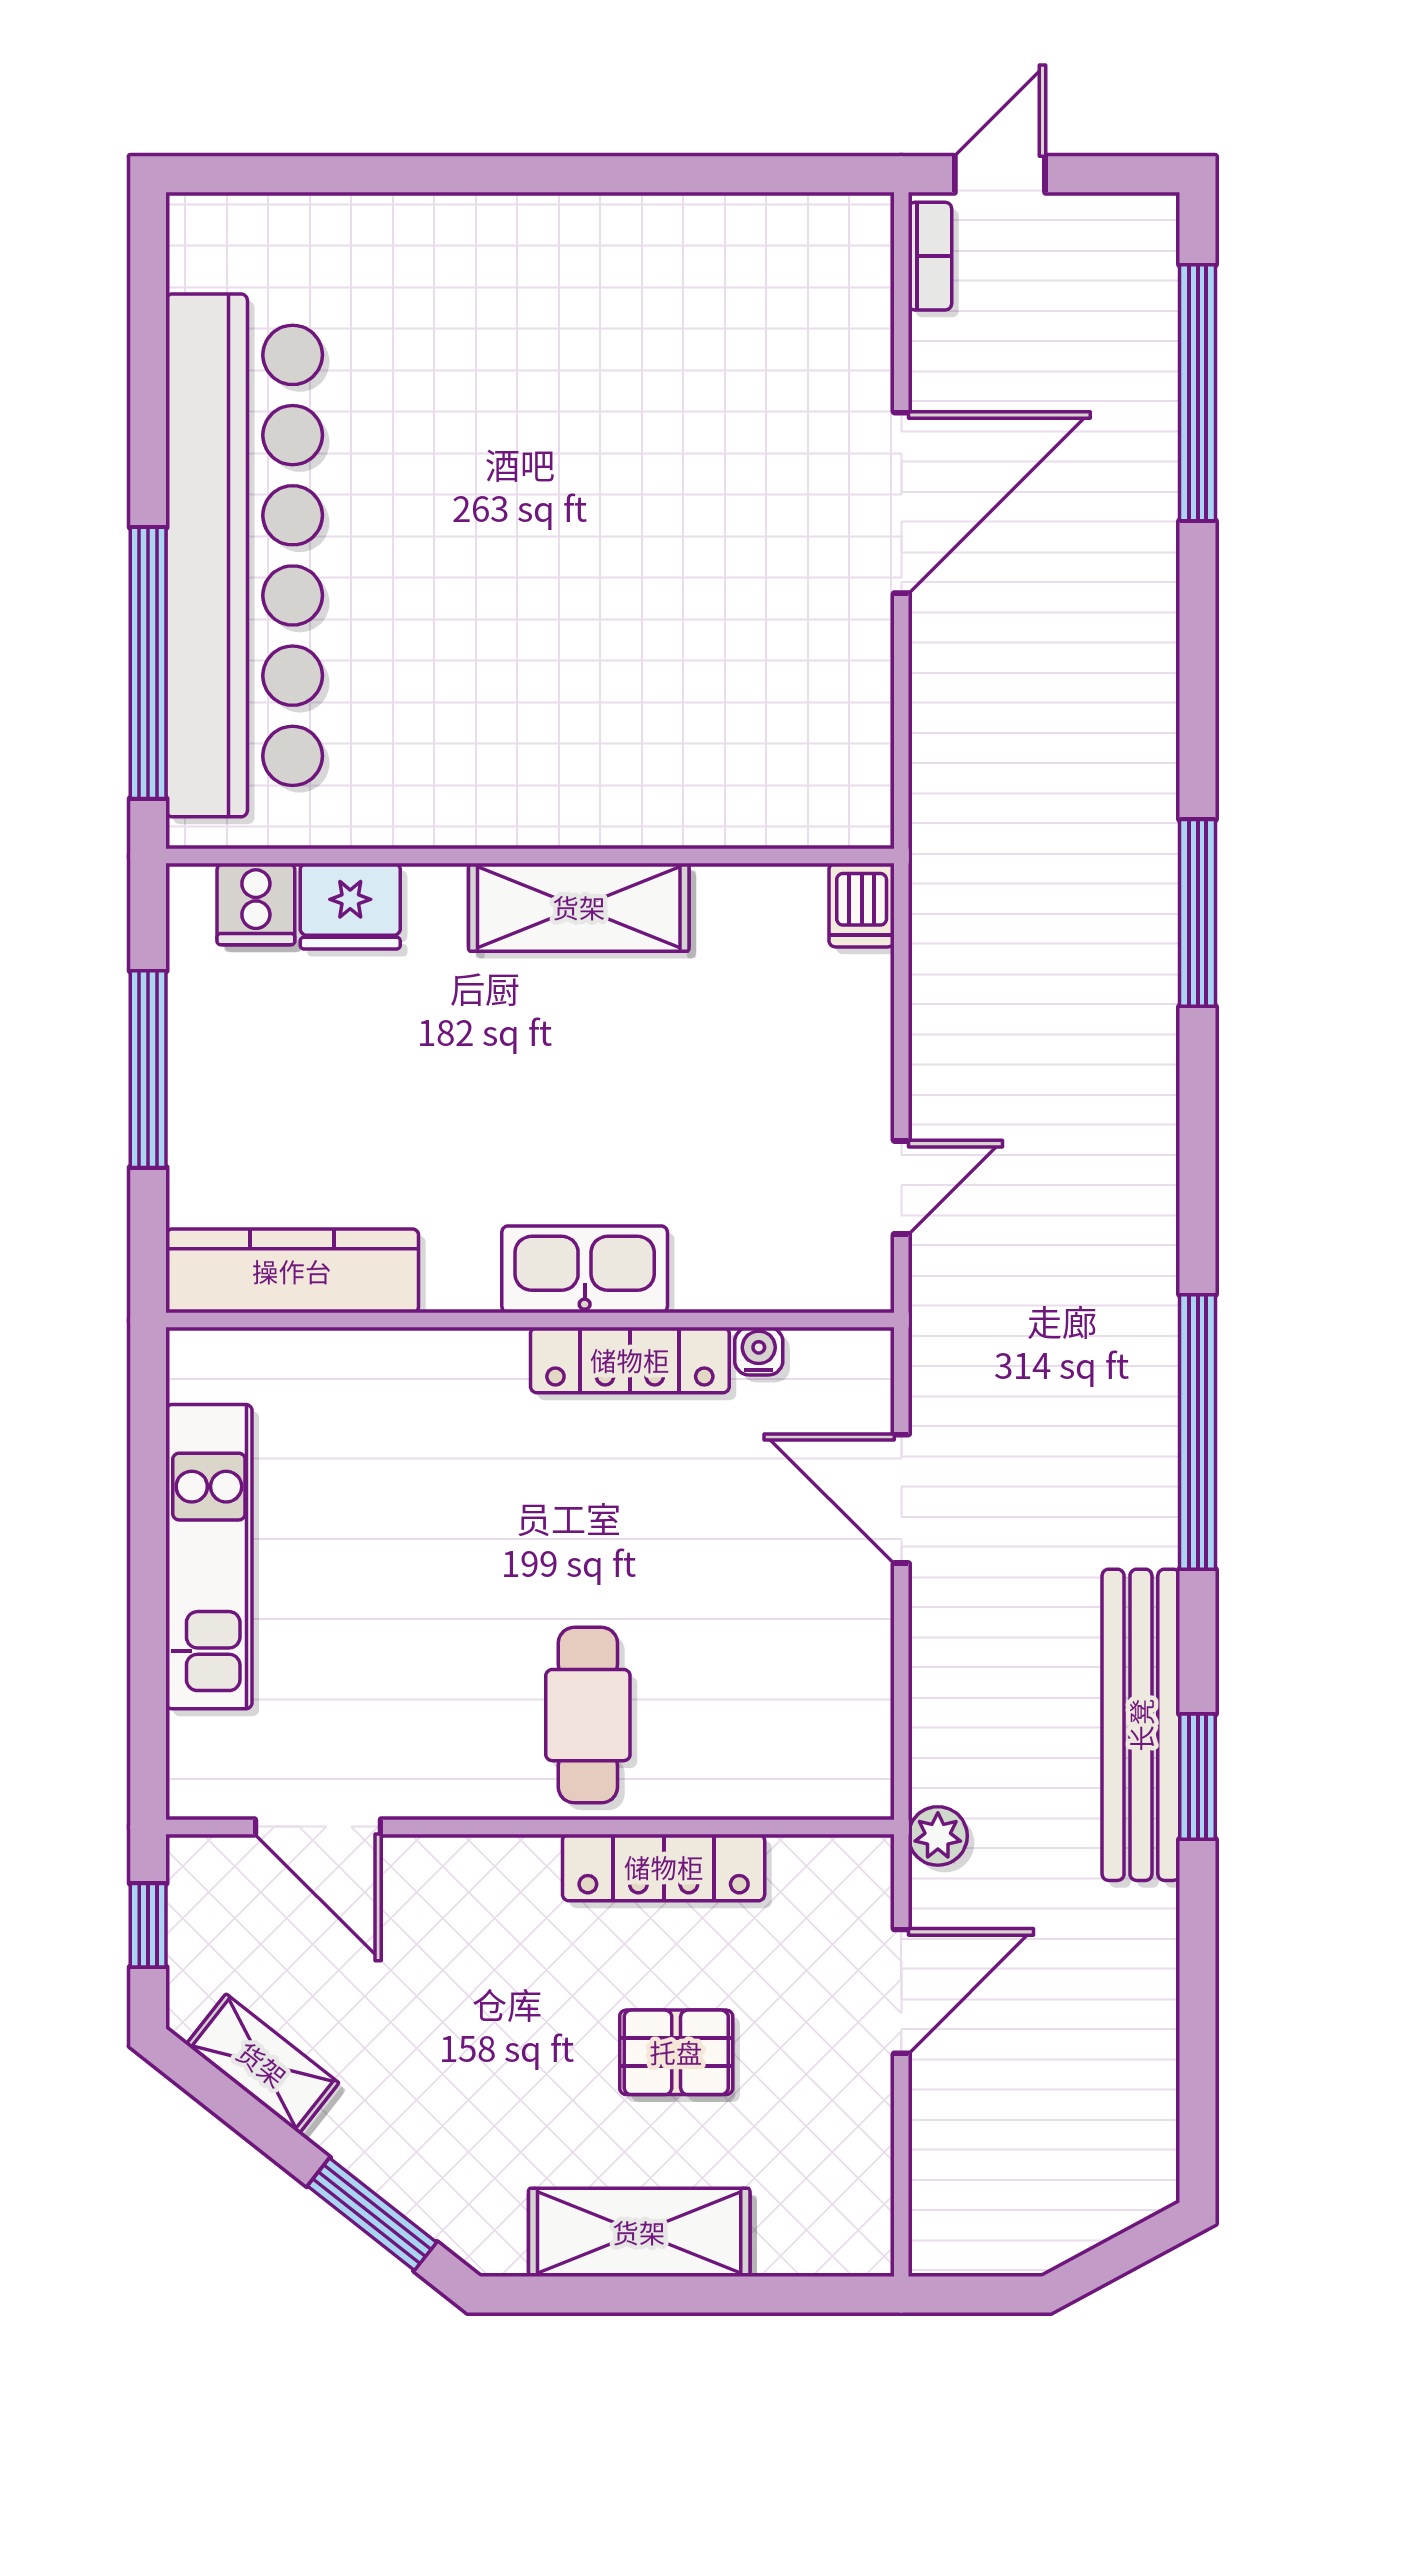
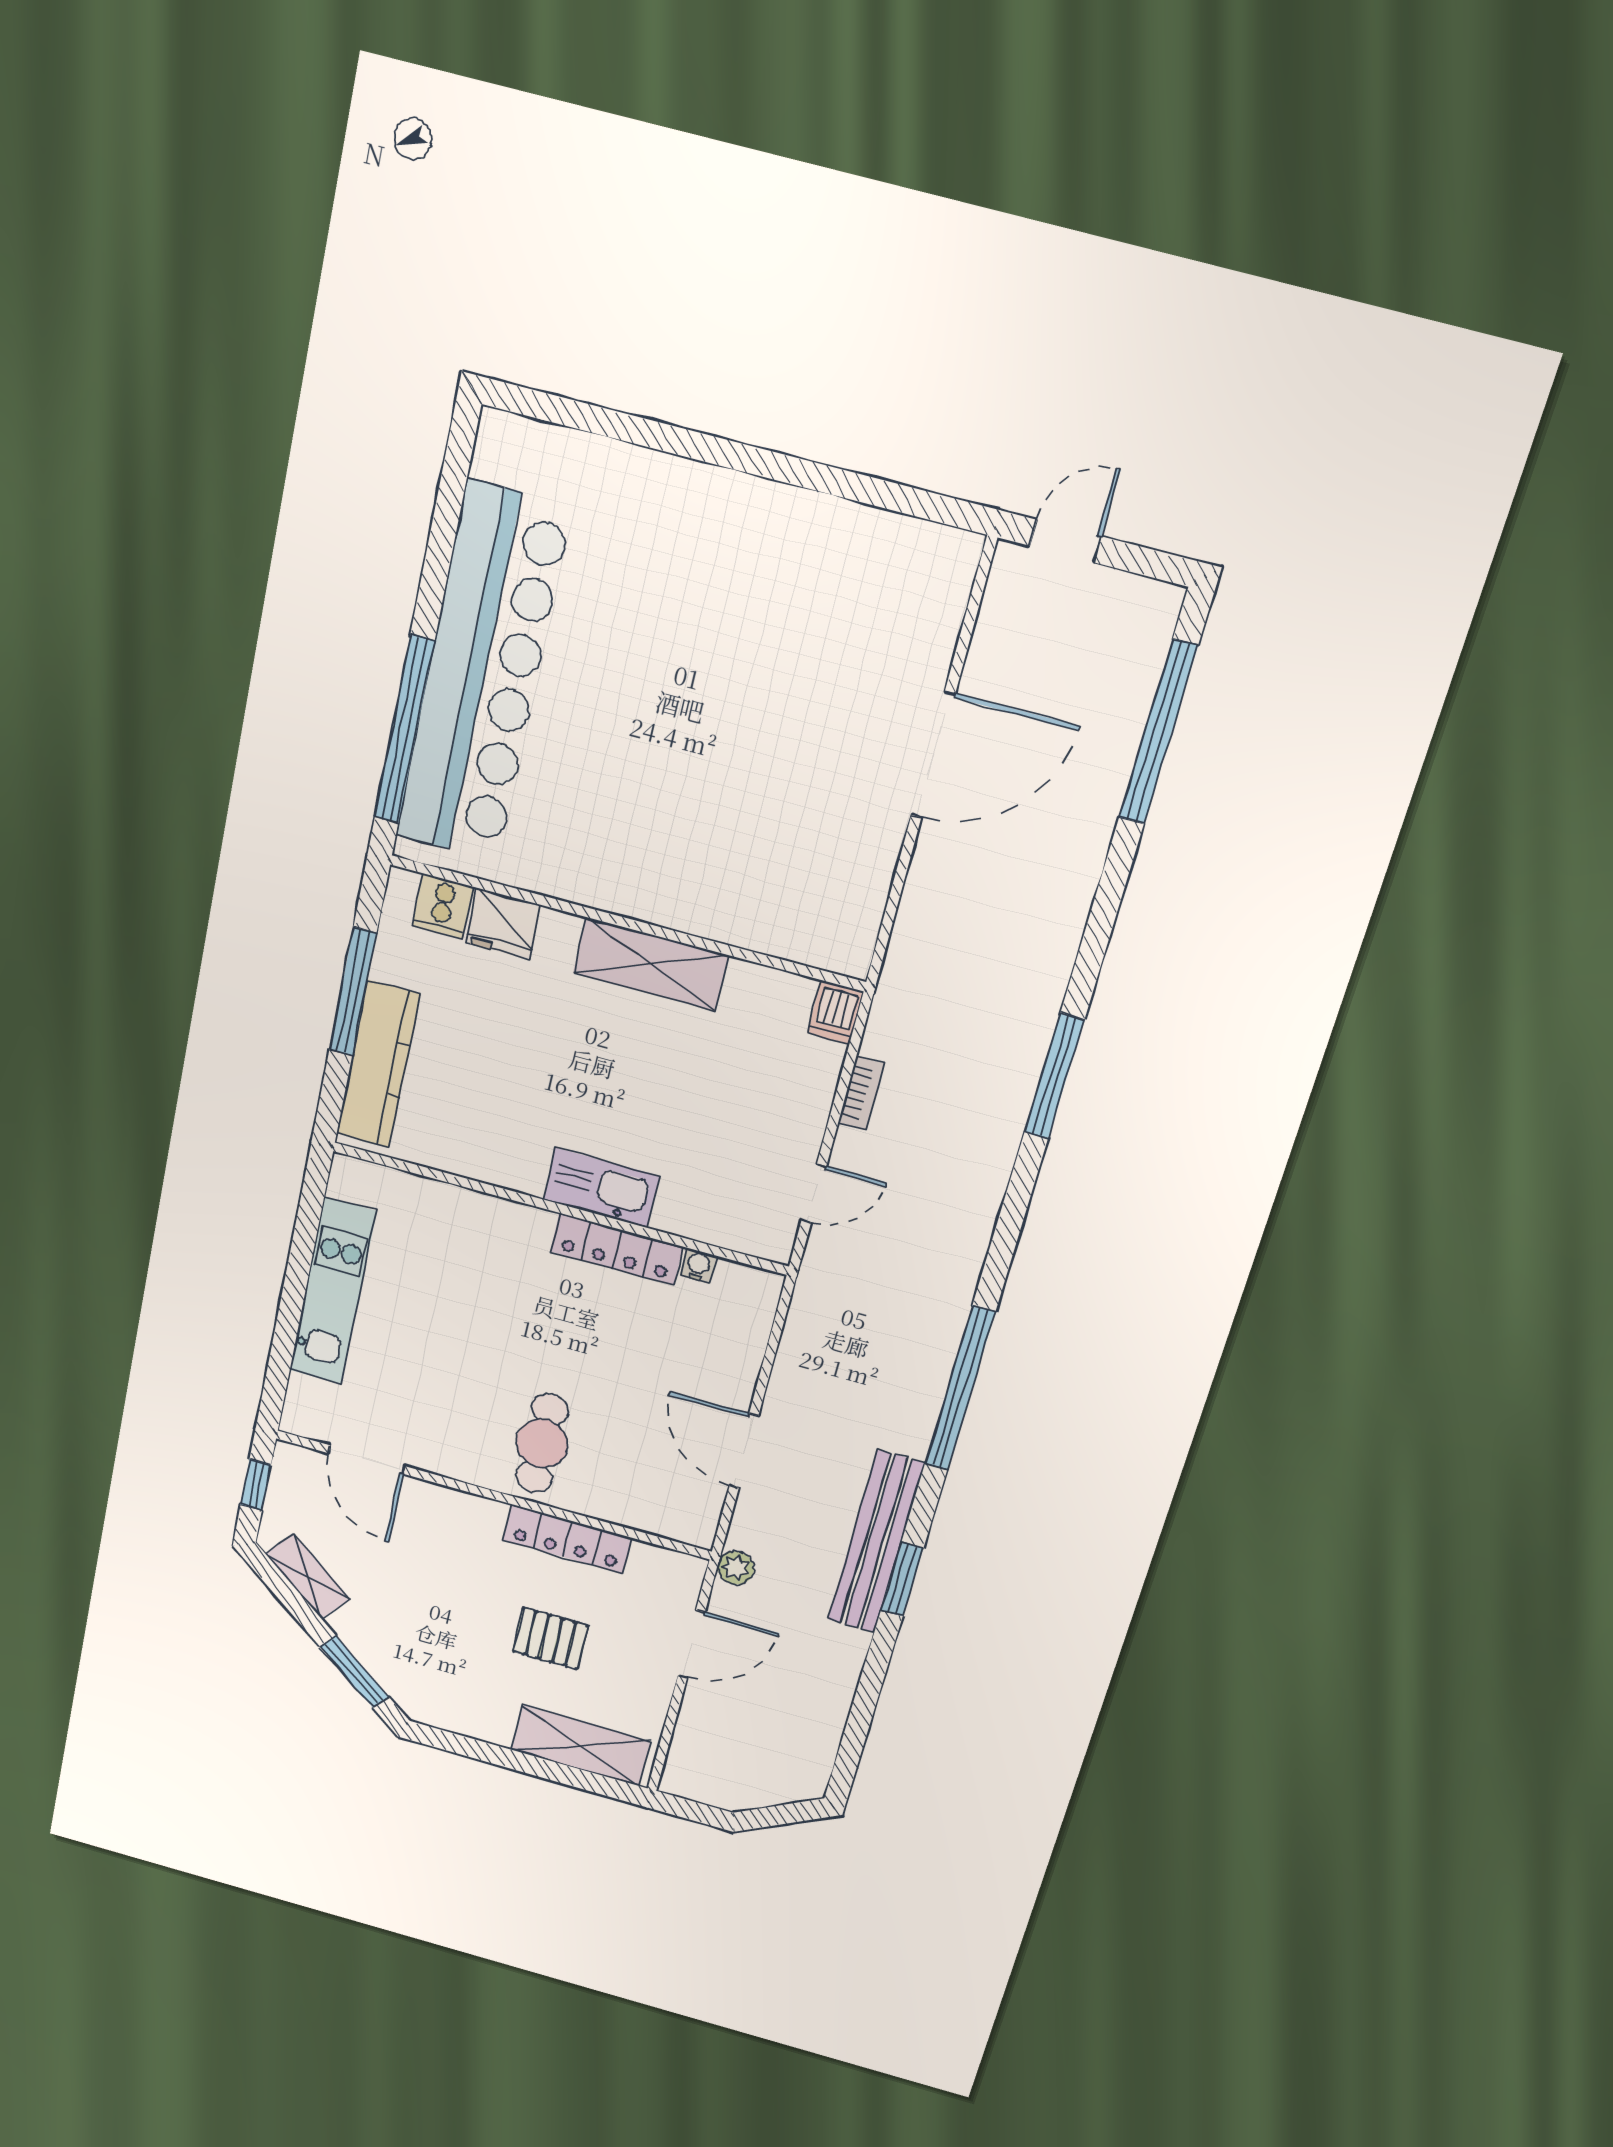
bookcase: (930, 256) -> (861, 1093), moved
kitchen counter: (292, 1271) -> (378, 1064), moved, turned 90
door: (901, 1499) -> (744, 1451), moved
shelving: (639, 2232) -> (581, 1746), moved

